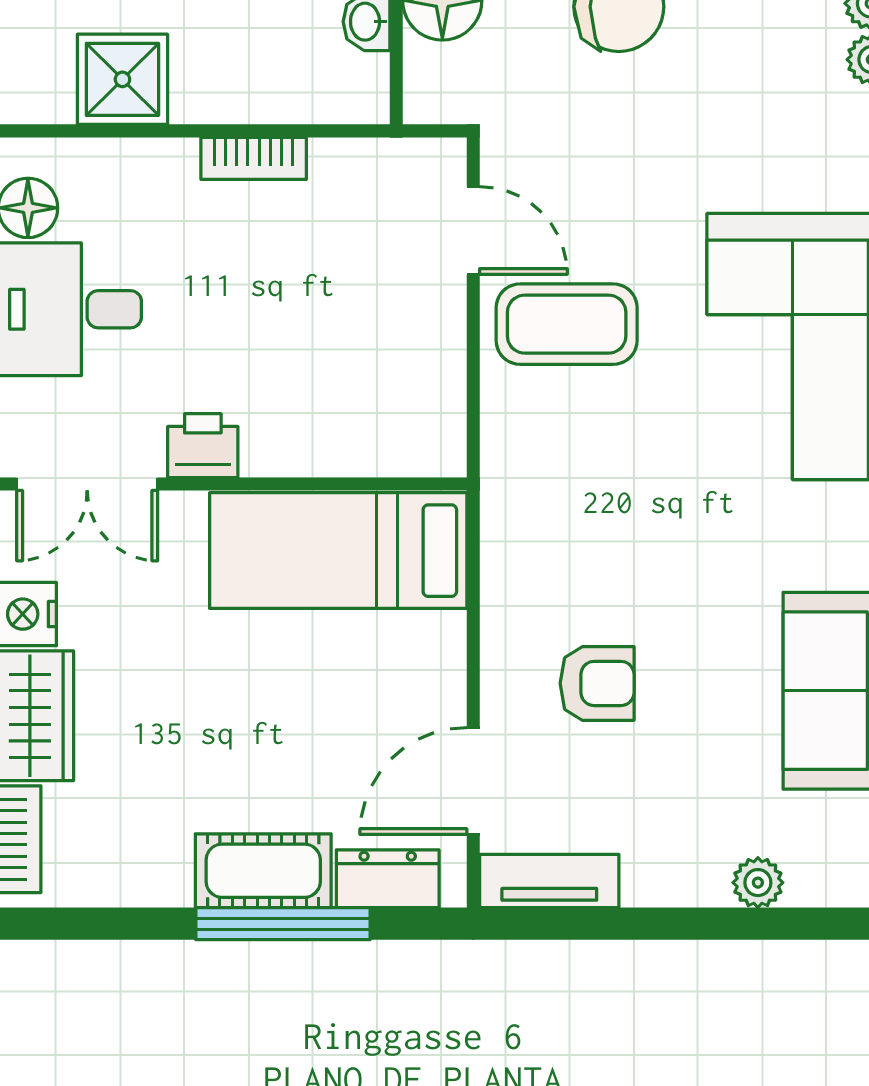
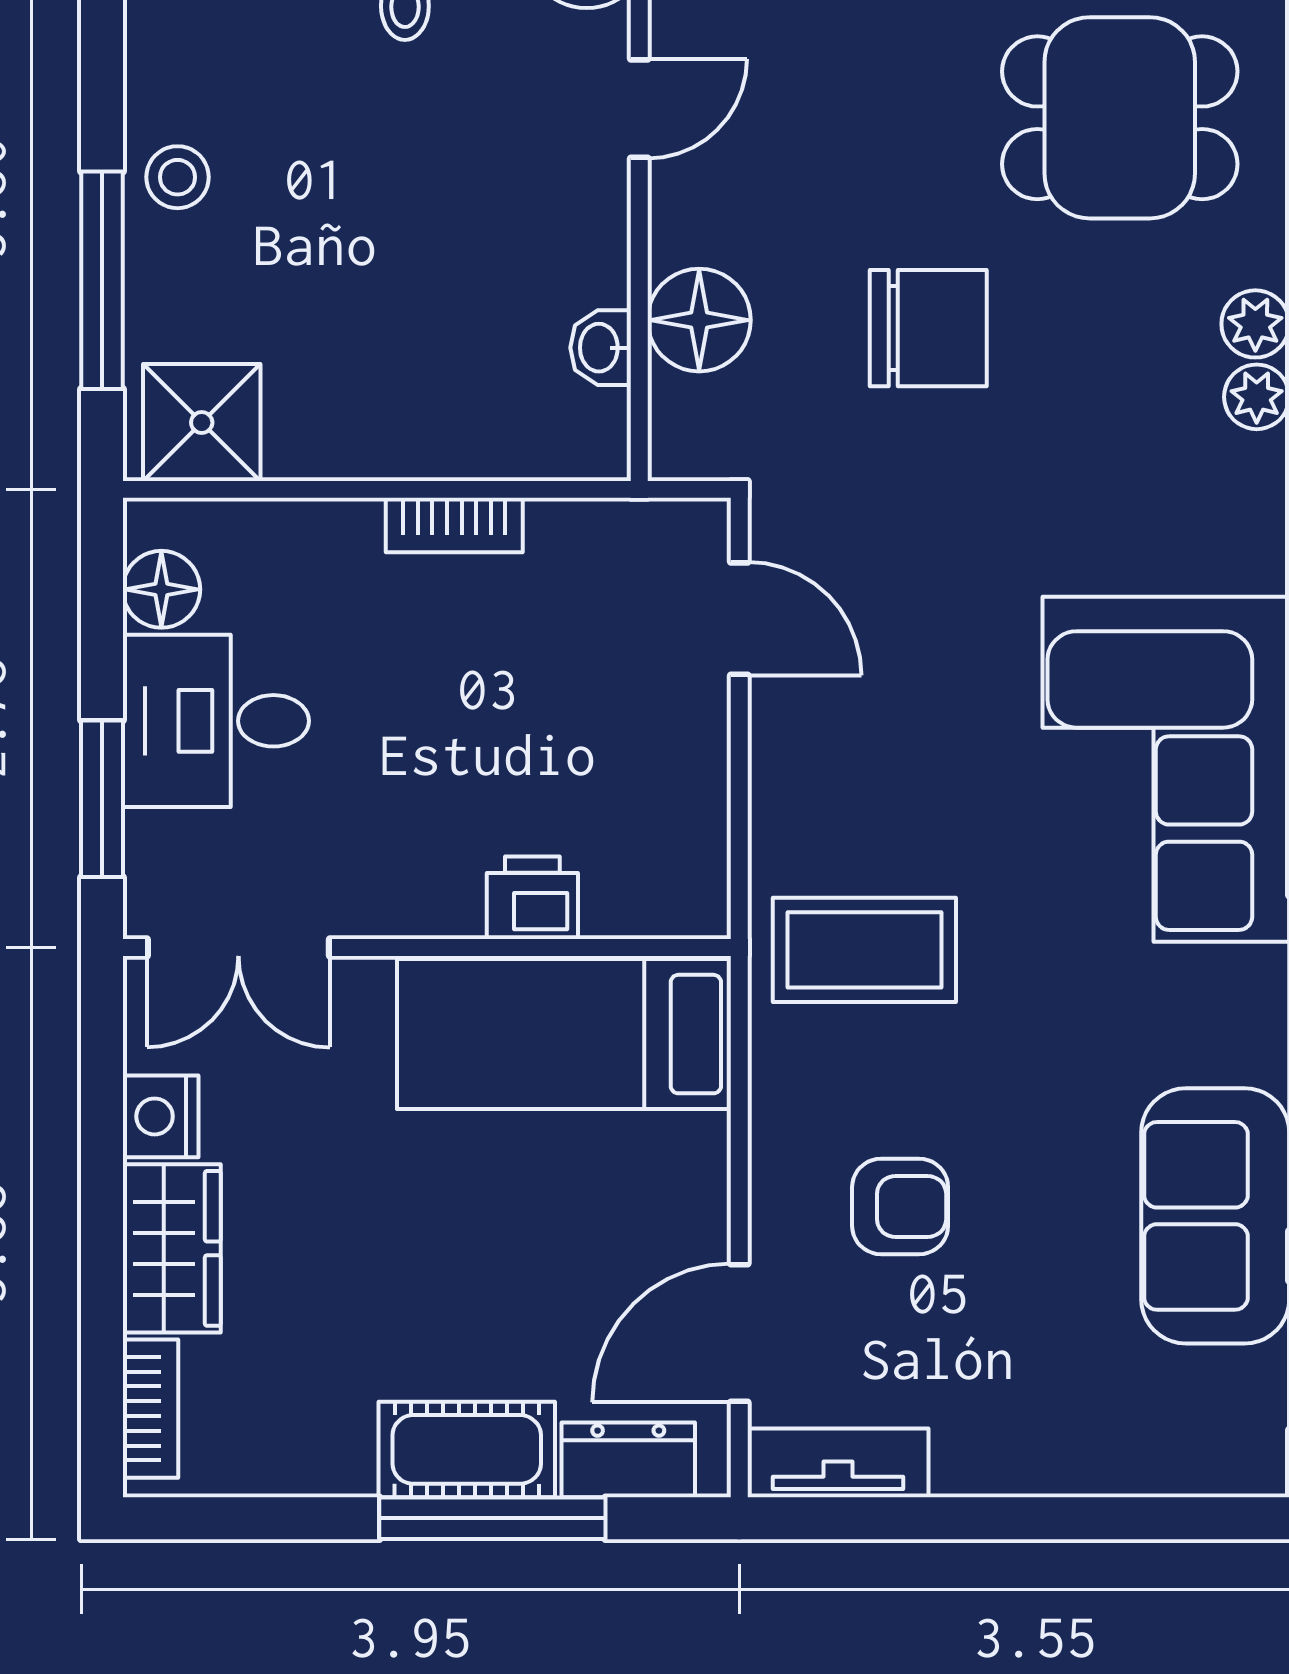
shower: (122, 79) -> (202, 423), moved
coffee table: (567, 324) -> (864, 950), moved
printer: (203, 446) -> (532, 898), moved
plant: (758, 883) -> (1109, 1465), removed

